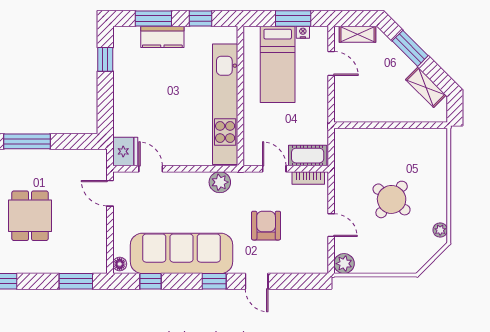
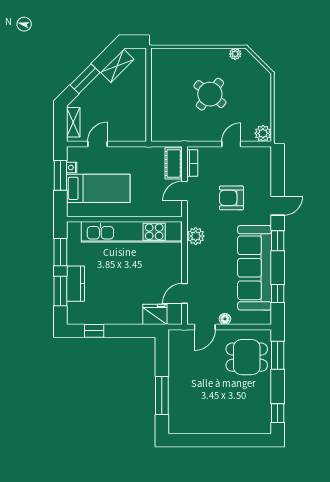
window: (201, 18) -> (60, 252), width x1.50
fridge: (125, 151) -> (155, 314), moved
dining table: (30, 216) -> (247, 357), moved
floor lamp: (120, 264) -> (225, 319), moved

